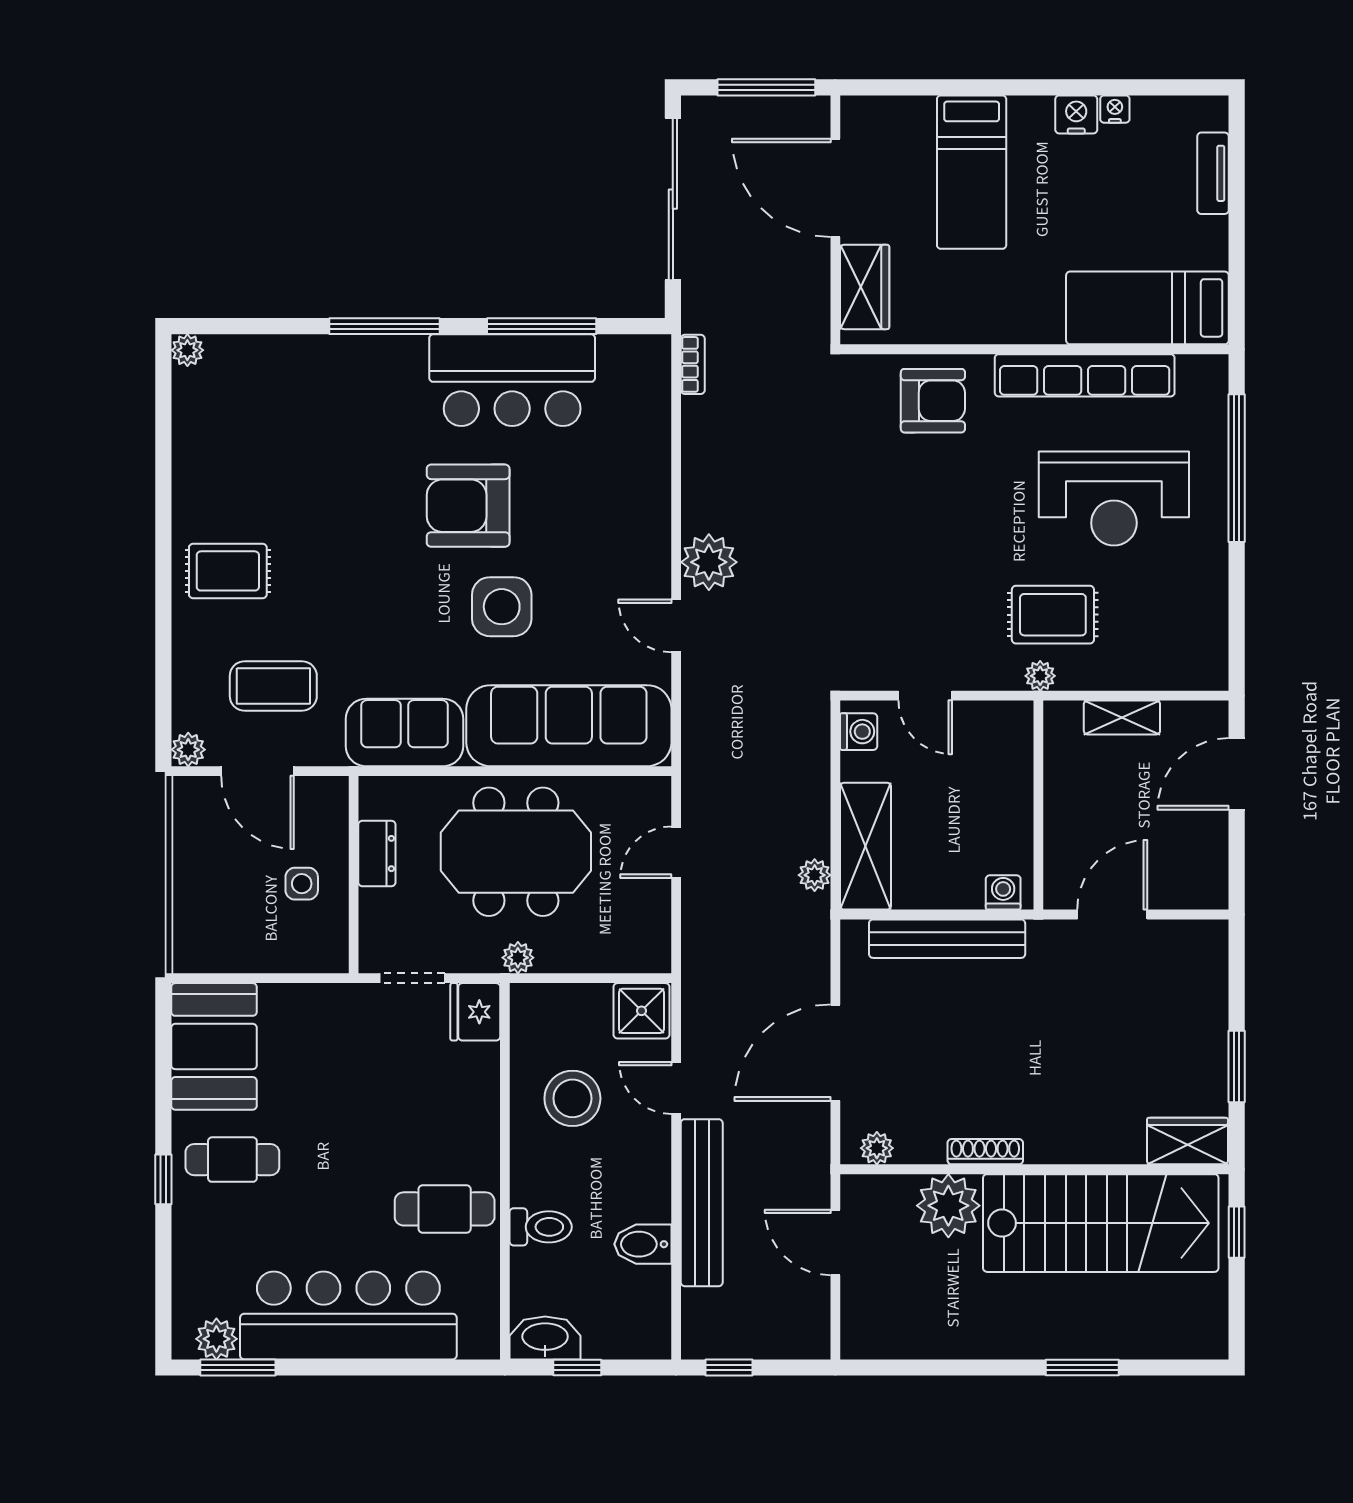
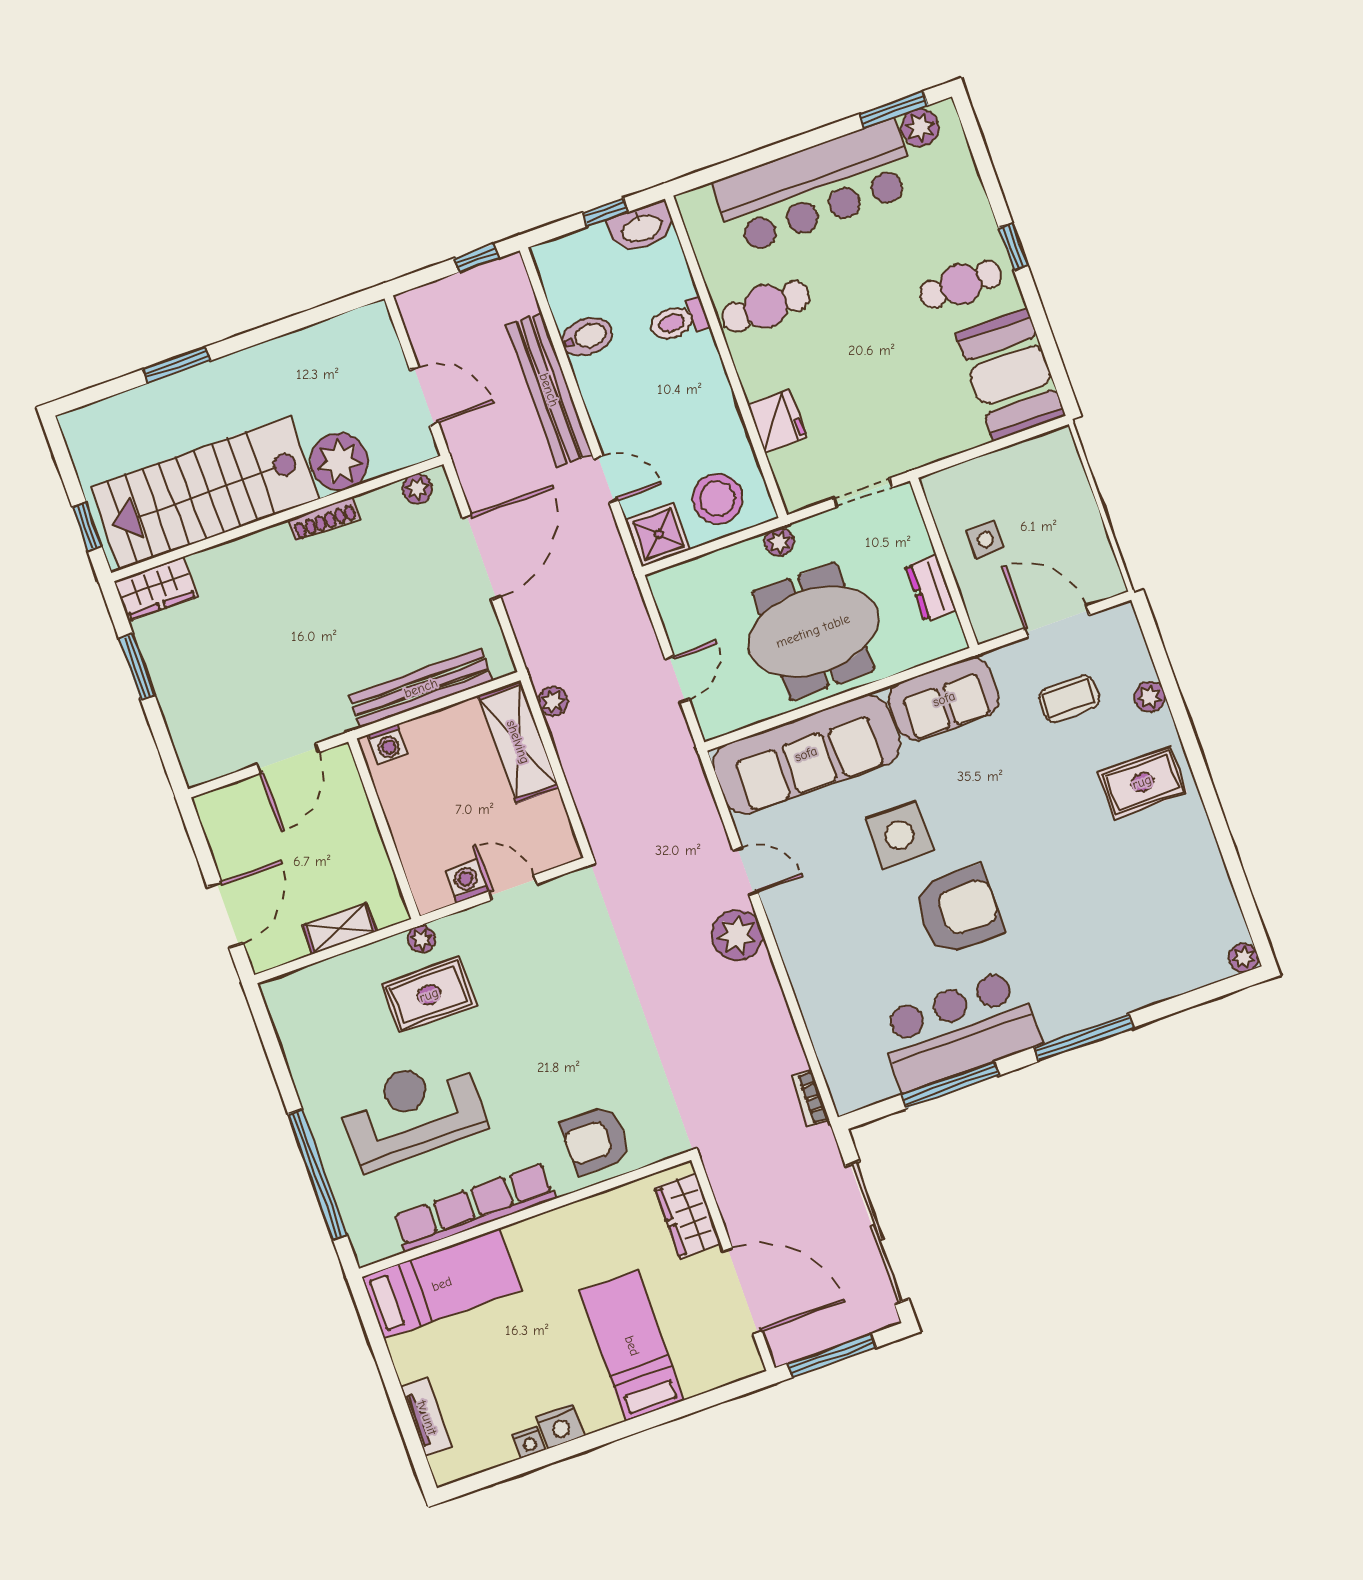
coffee table: (273, 686) -> (1069, 699), width x0.73, depth x0.77
washing machine: (859, 732) -> (467, 882), moved, turned 90
plant: (188, 750) -> (1150, 697), moved
fridge: (475, 1012) -> (777, 421), moved
stool: (572, 1098) -> (717, 499), moved

